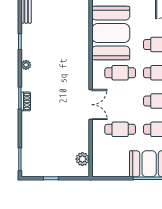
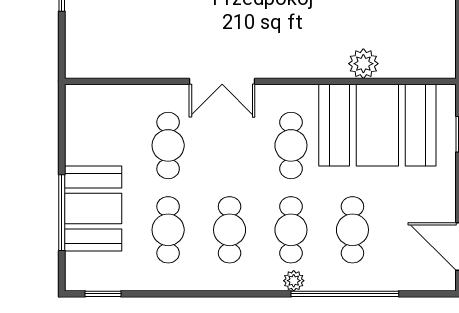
plant: (82, 159) -> (363, 64), moved

